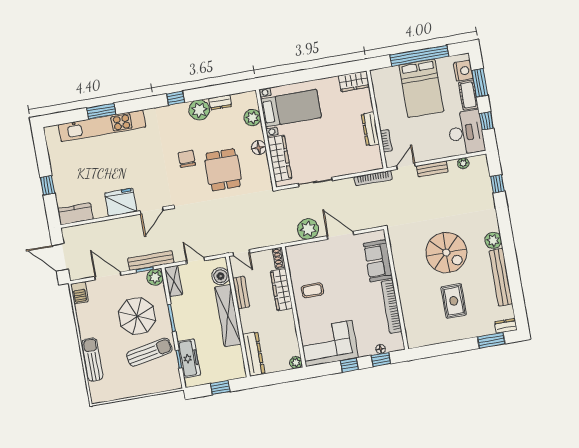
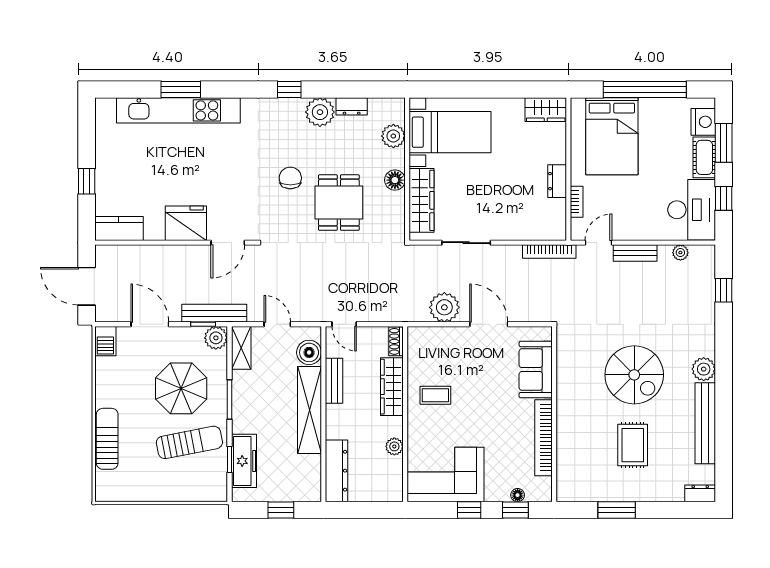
bed: (421, 88) -> (612, 136), moved
dresser: (370, 129) -> (557, 181), width x0.70
window: (491, 340) -> (617, 510), moved
plant: (296, 362) -> (394, 446), moved

